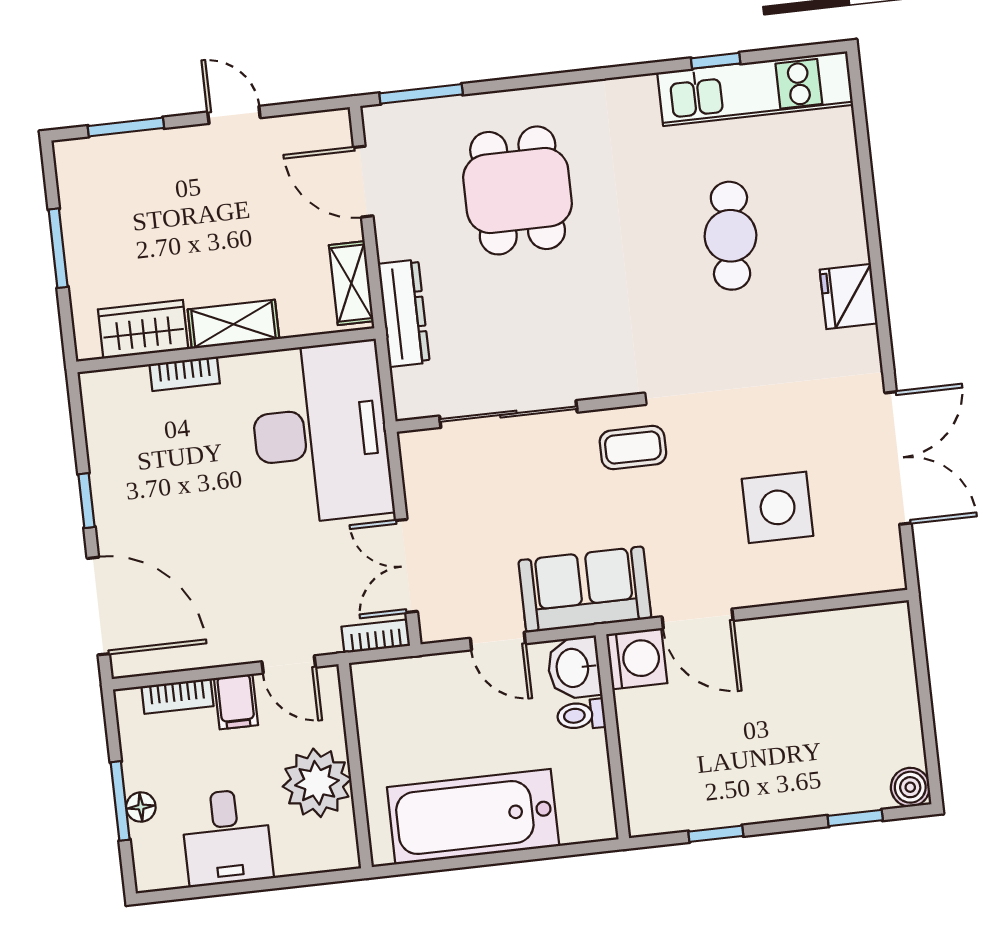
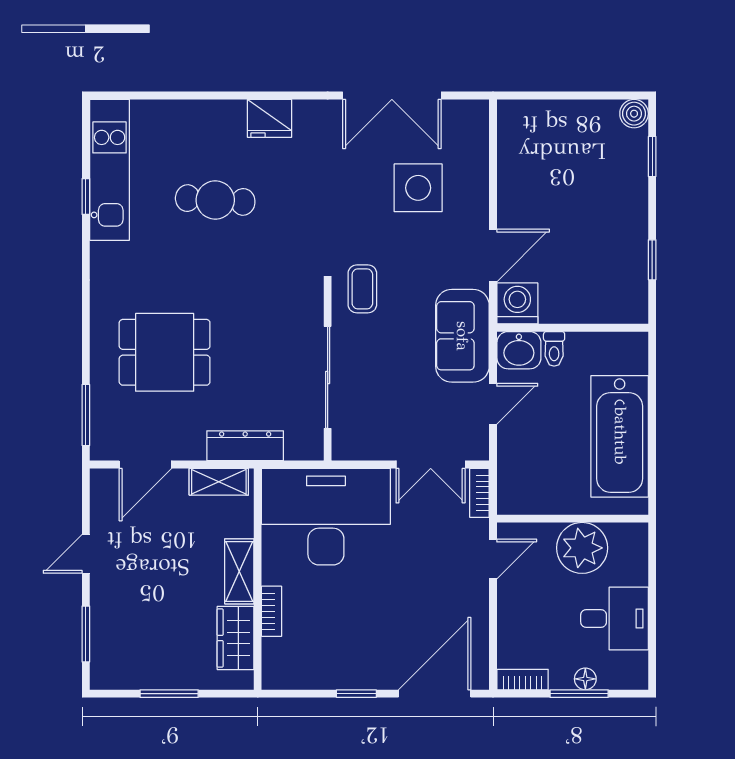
double door: (898, 458) -> (392, 96), swing flipped
bookcase: (177, 696) -> (523, 680), moved, turned -90
filing cabinet: (236, 702) -> (516, 601), removed

